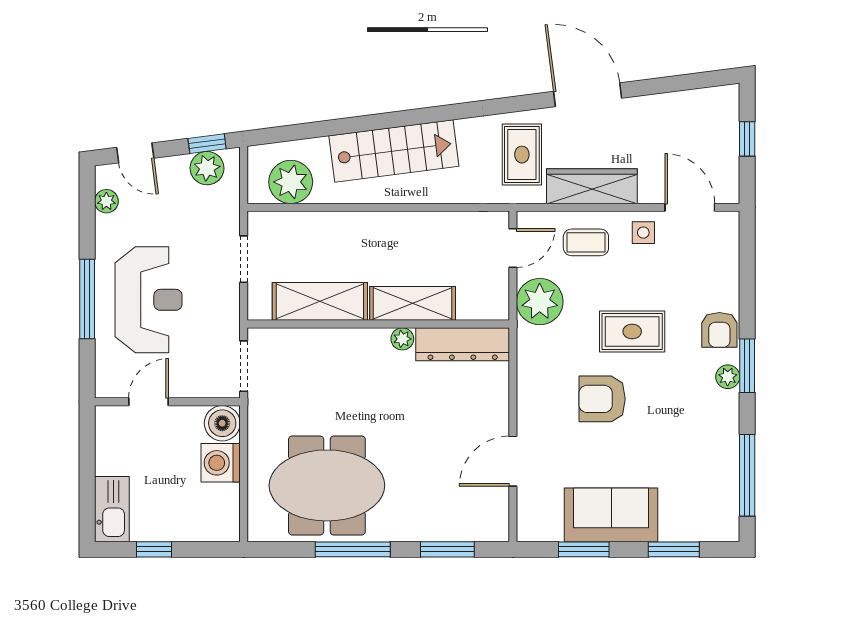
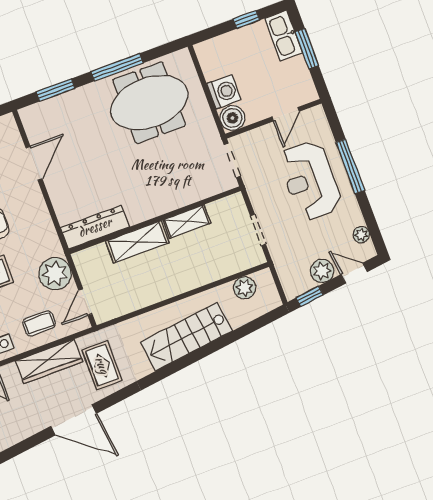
plant: (207, 168) -> (322, 271), moved
plant: (291, 182) -> (245, 288), width x0.73, depth x0.73
shelving: (320, 301) -> (187, 222), width x0.67, depth x0.75
plant: (402, 339) -> (135, 216), removed
window: (87, 480) -> (307, 49), added

